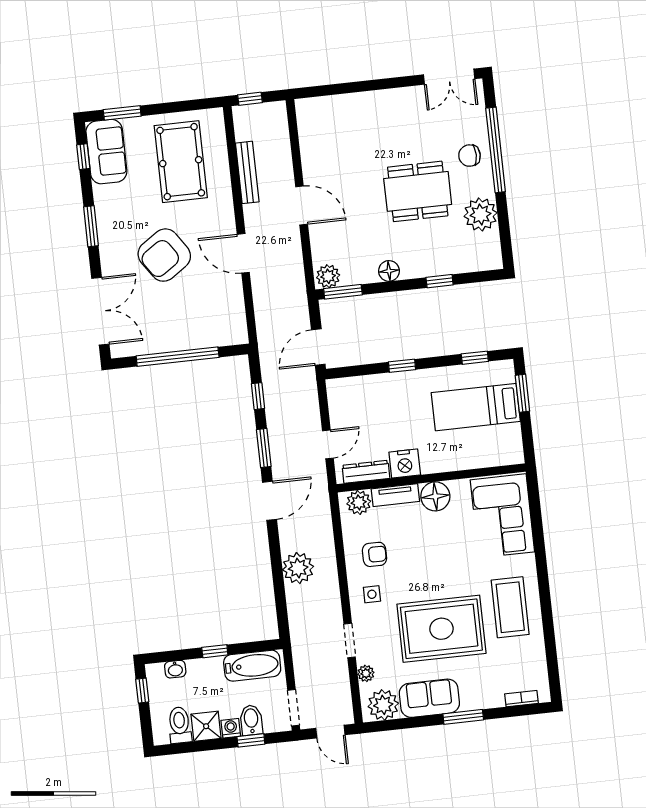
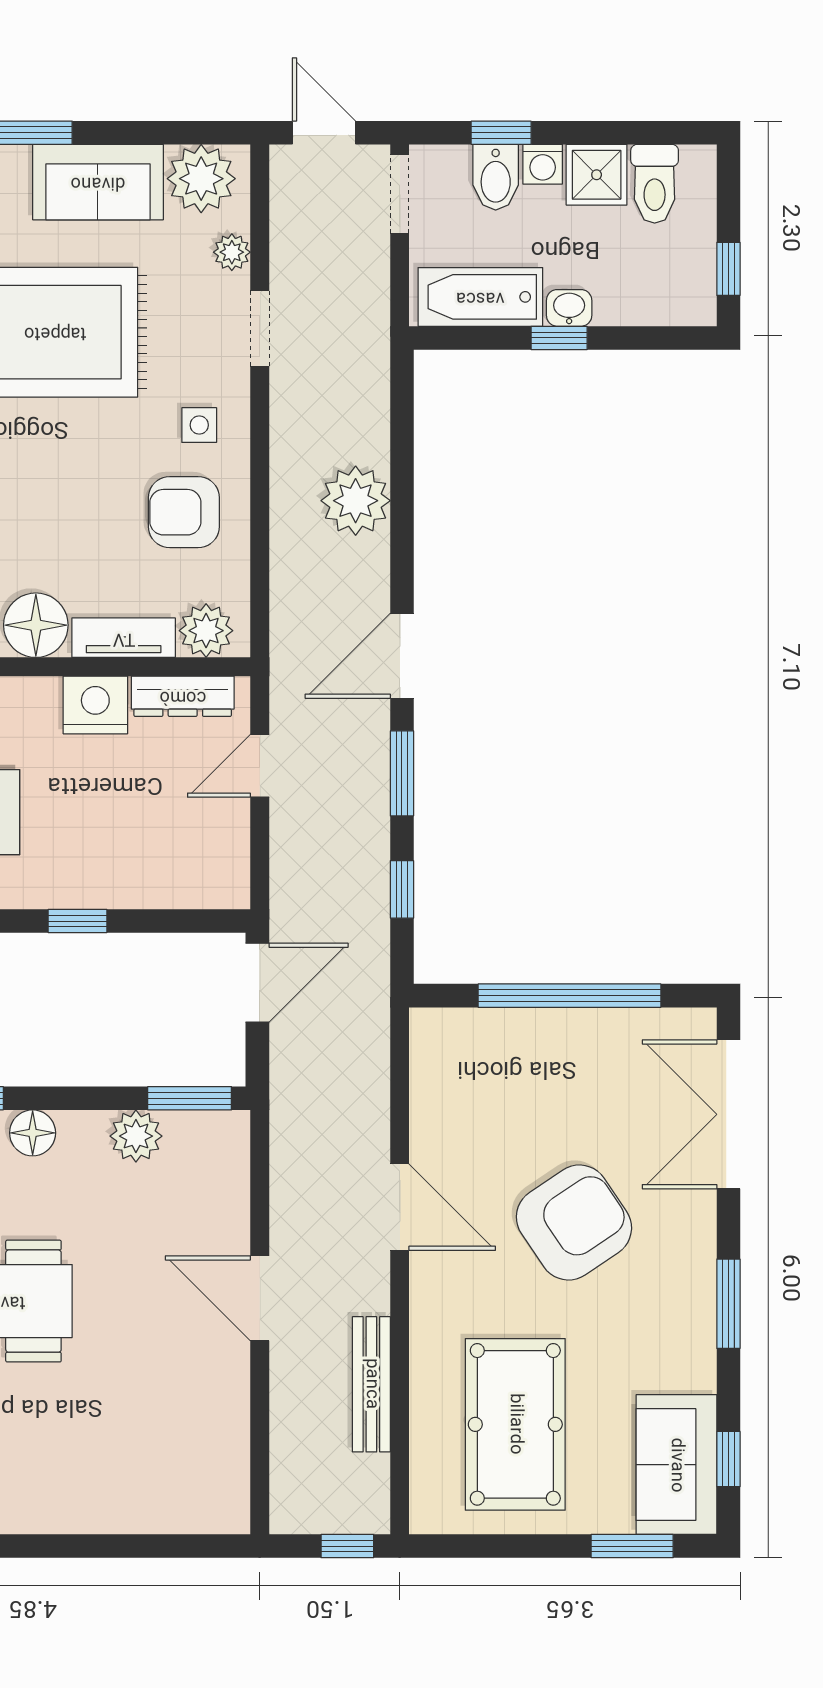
floor lamp: (389, 271) -> (33, 1133), moved
plant: (328, 276) -> (136, 1136), moved
armchair: (374, 554) -> (184, 512), width x1.38, depth x1.38
washbasin: (175, 669) -> (569, 308), moved

